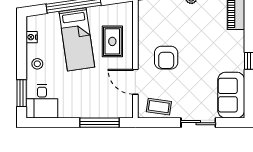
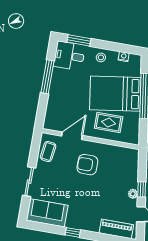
bed: (77, 39) -> (115, 94), width x1.50
window: (99, 123) -> (47, 77), moved

